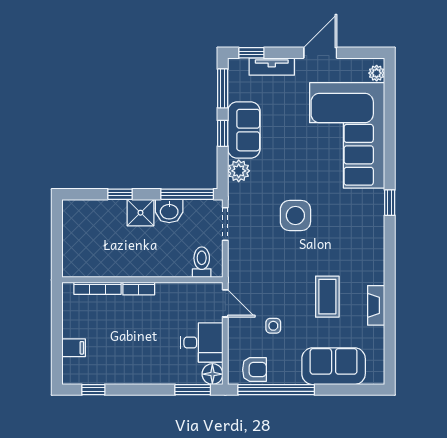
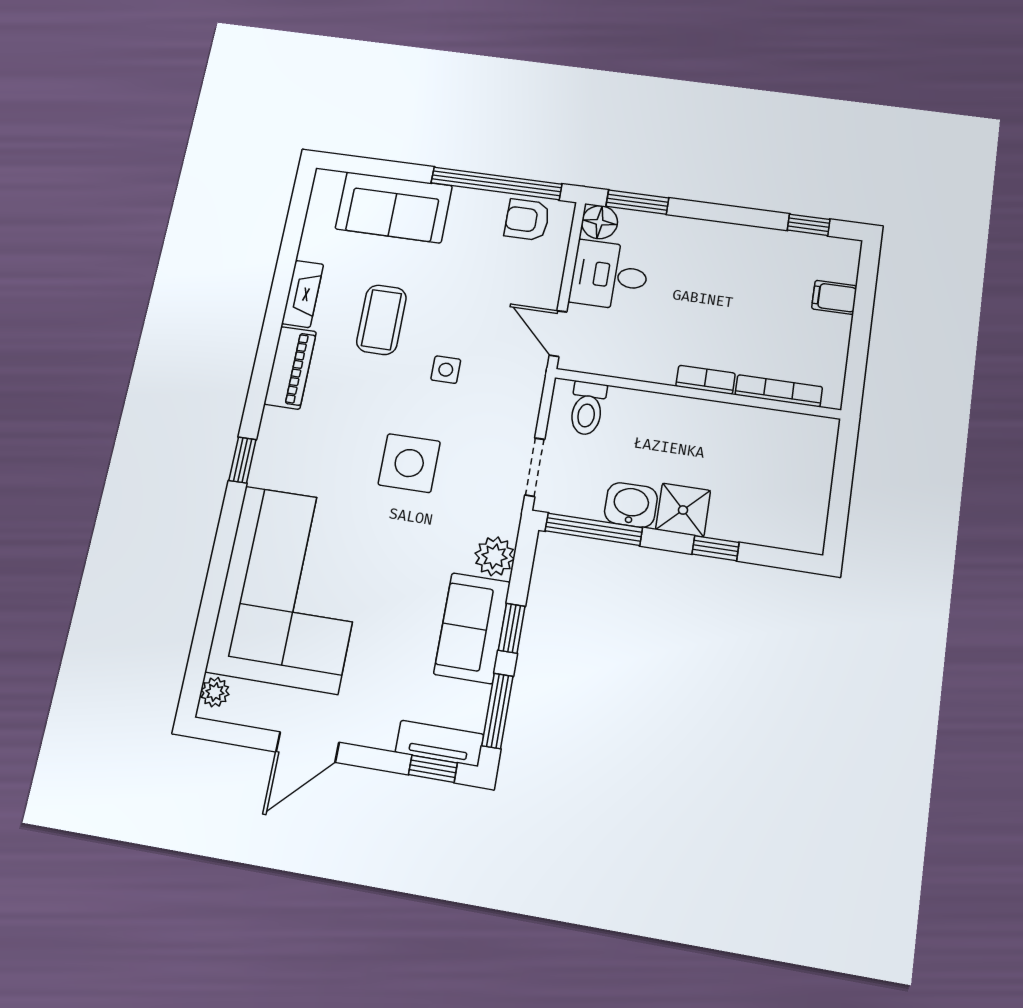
tv unit: (272, 67) -> (439, 743), moved
piano: (374, 260) -> (290, 368), added
side table: (273, 326) -> (446, 370), moved

